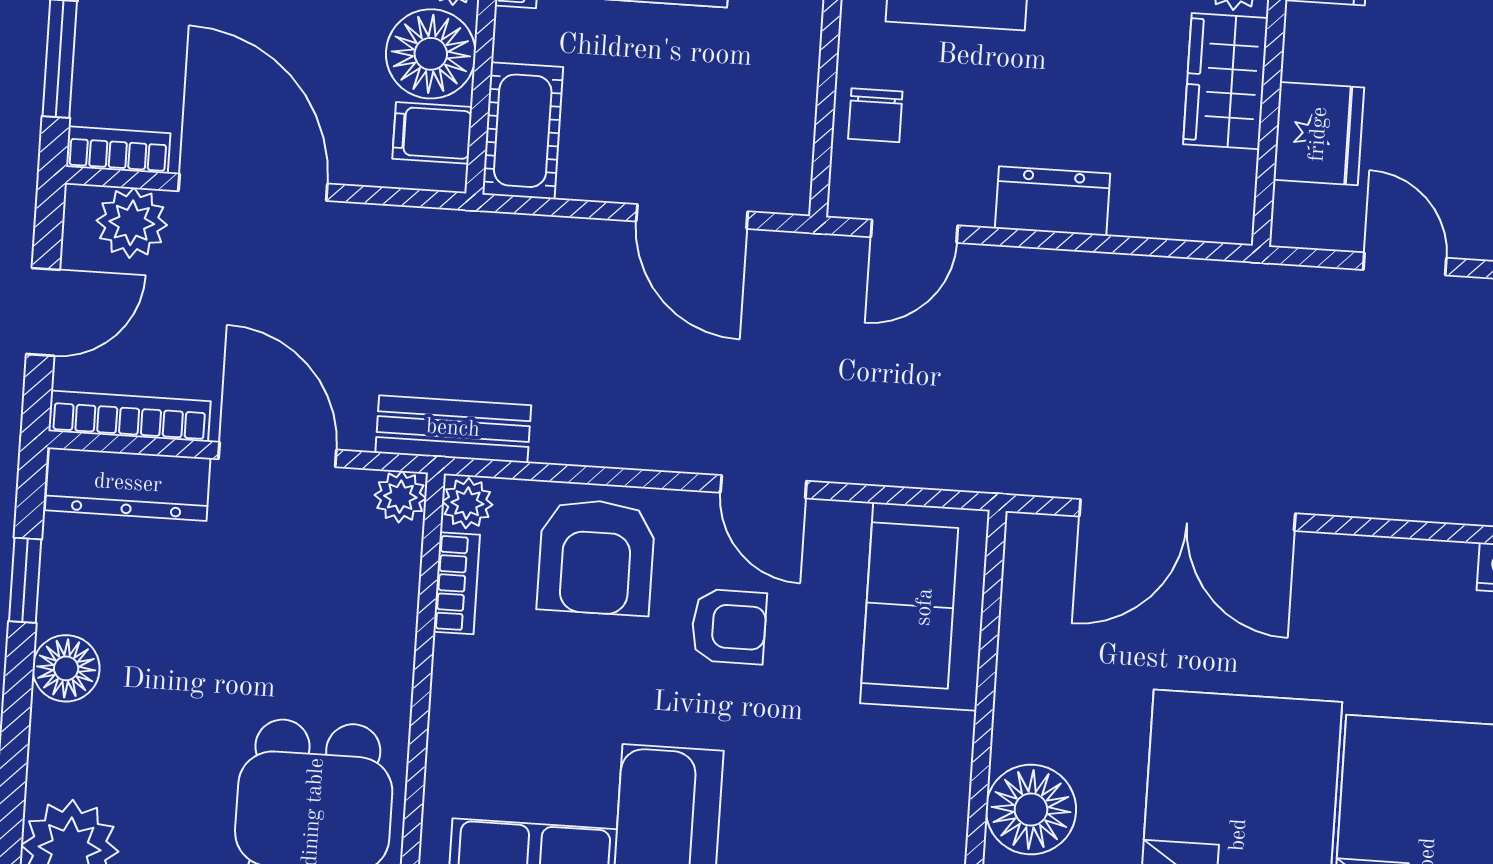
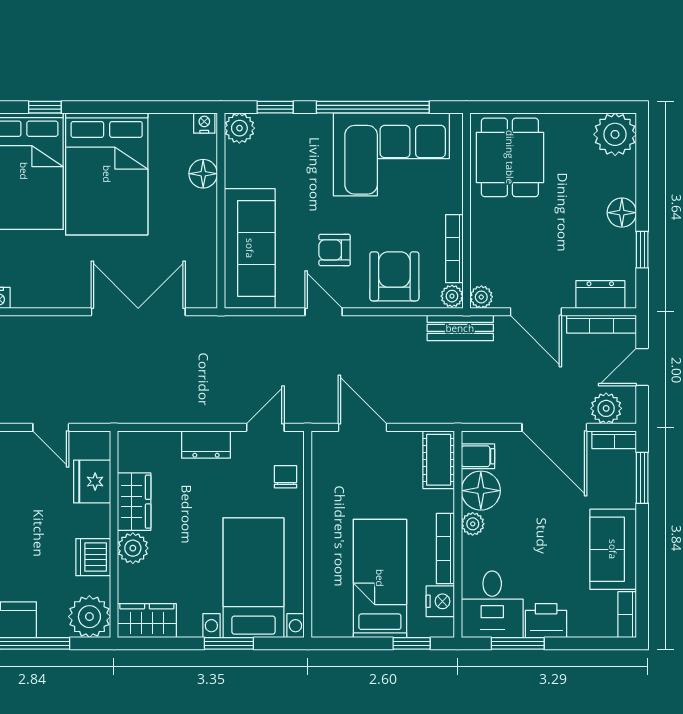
dresser: (128, 484) -> (600, 295), width x0.70
bookcase: (457, 583) -> (454, 249), width x1.56
sofa: (925, 607) -> (250, 248), width x1.36
floor lamp: (1031, 810) -> (203, 174), width x0.73, depth x0.73

